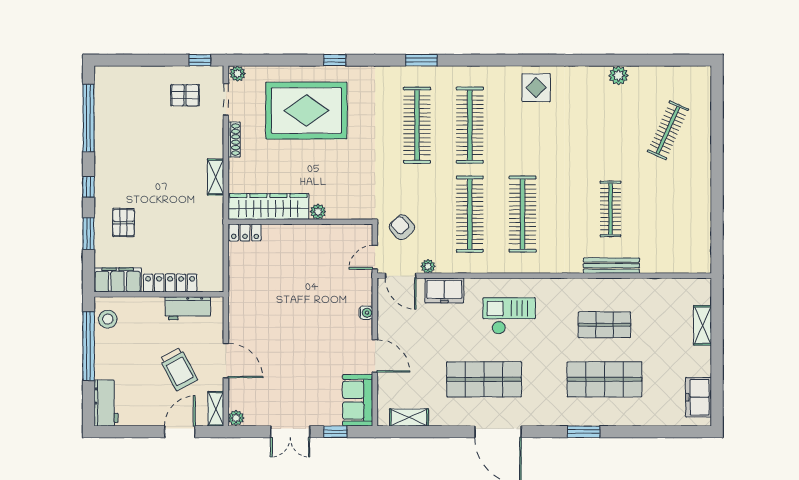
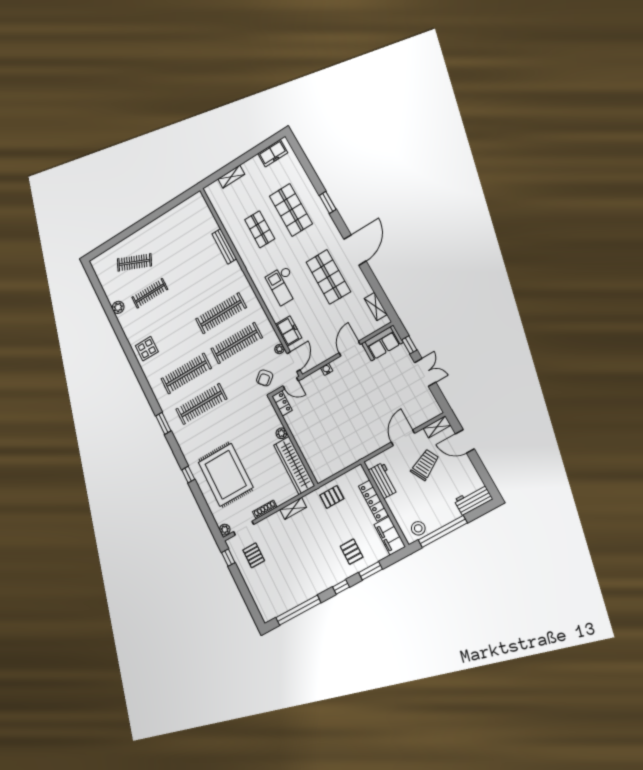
clothes rail: (611, 209) -> (150, 293), moved
pallet: (123, 223) -> (352, 552), turned 90
locker: (245, 232) -> (282, 403), moved
pallet: (203, 234) -> (332, 497), added
plant: (236, 418) -> (436, 411), removed

